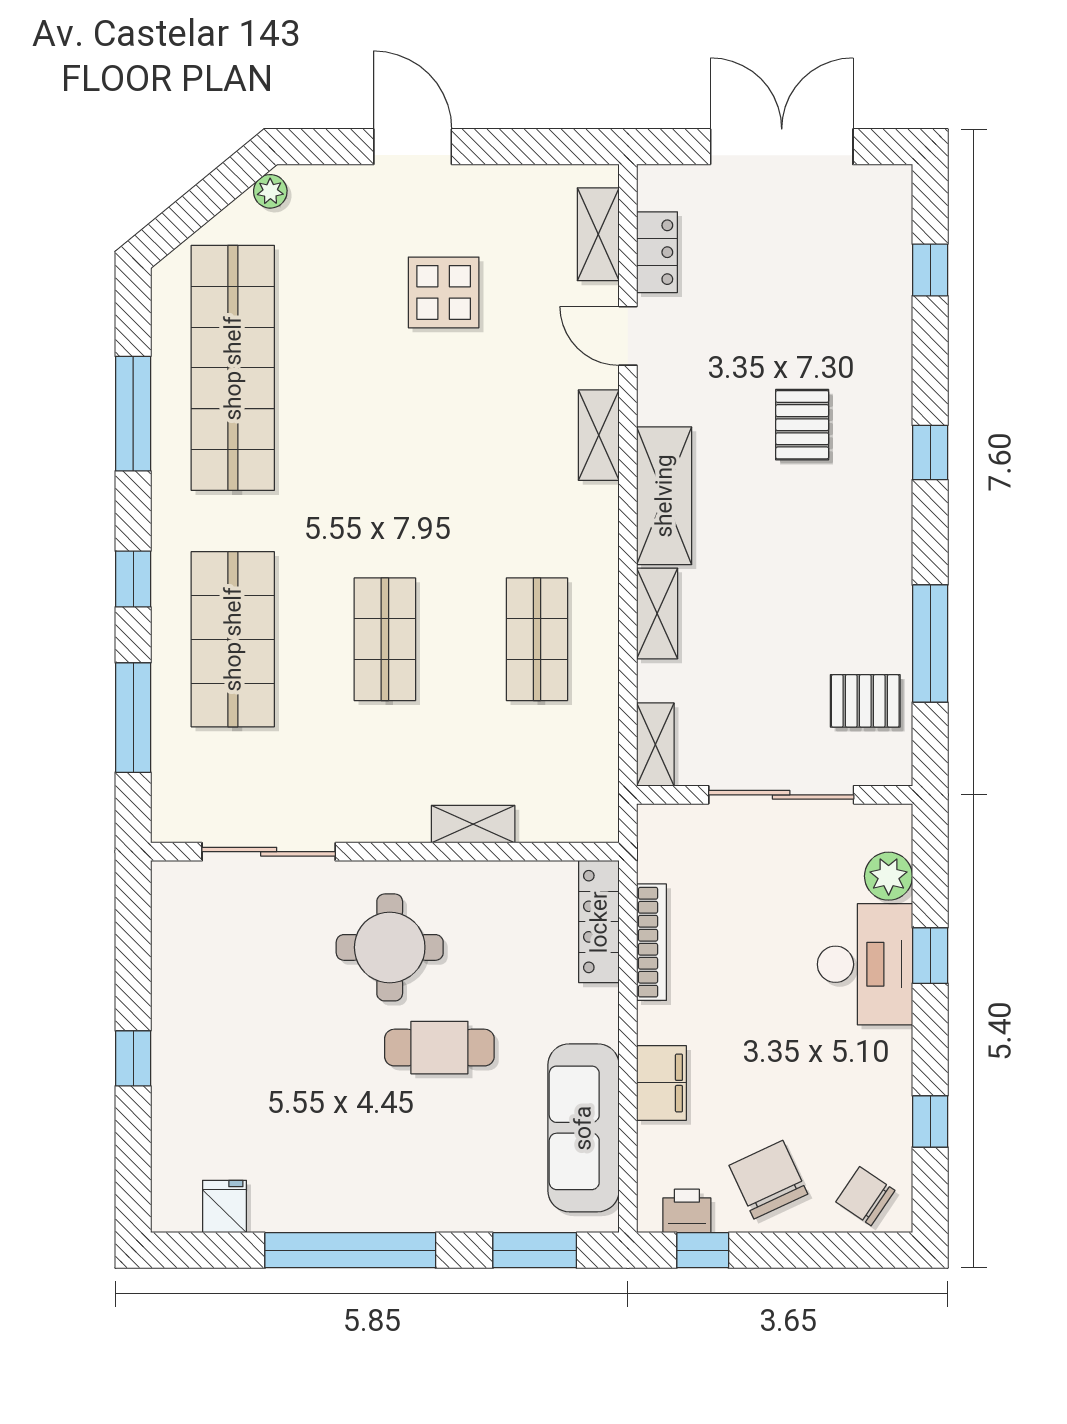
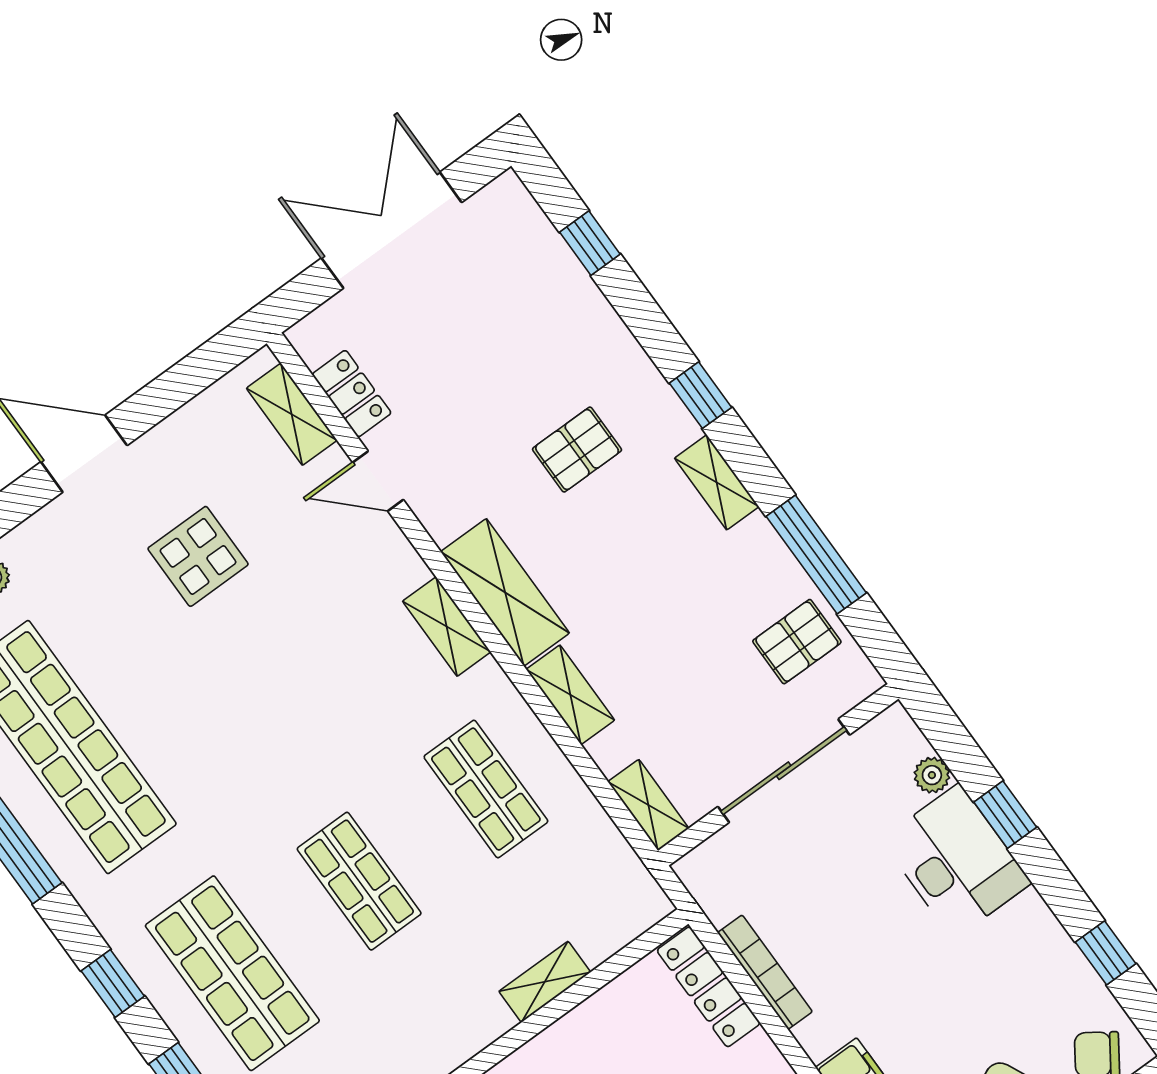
pallet: (802, 425) -> (577, 450), turned 90
shelving: (599, 435) -> (447, 627), moved
shelving: (893, 530) -> (717, 482), added
plant: (889, 876) -> (932, 775), width x0.73, depth x0.73

